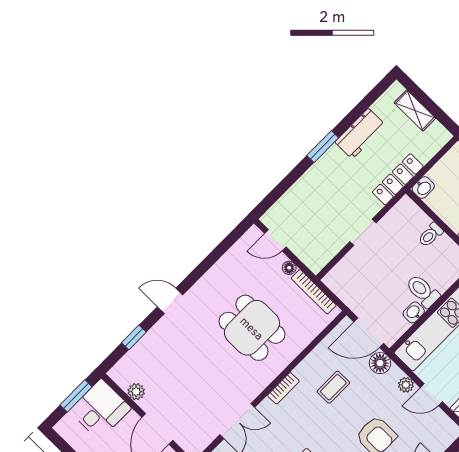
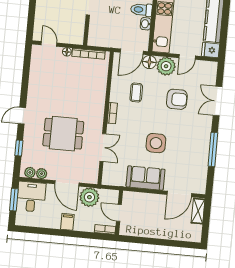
door: (275, 240) -> (49, 44), swing flipped
dining table: (252, 328) -> (63, 134), moved
plant: (123, 378) -> (30, 172), added
plant: (406, 385) -> (166, 66), width x1.88, depth x1.88

